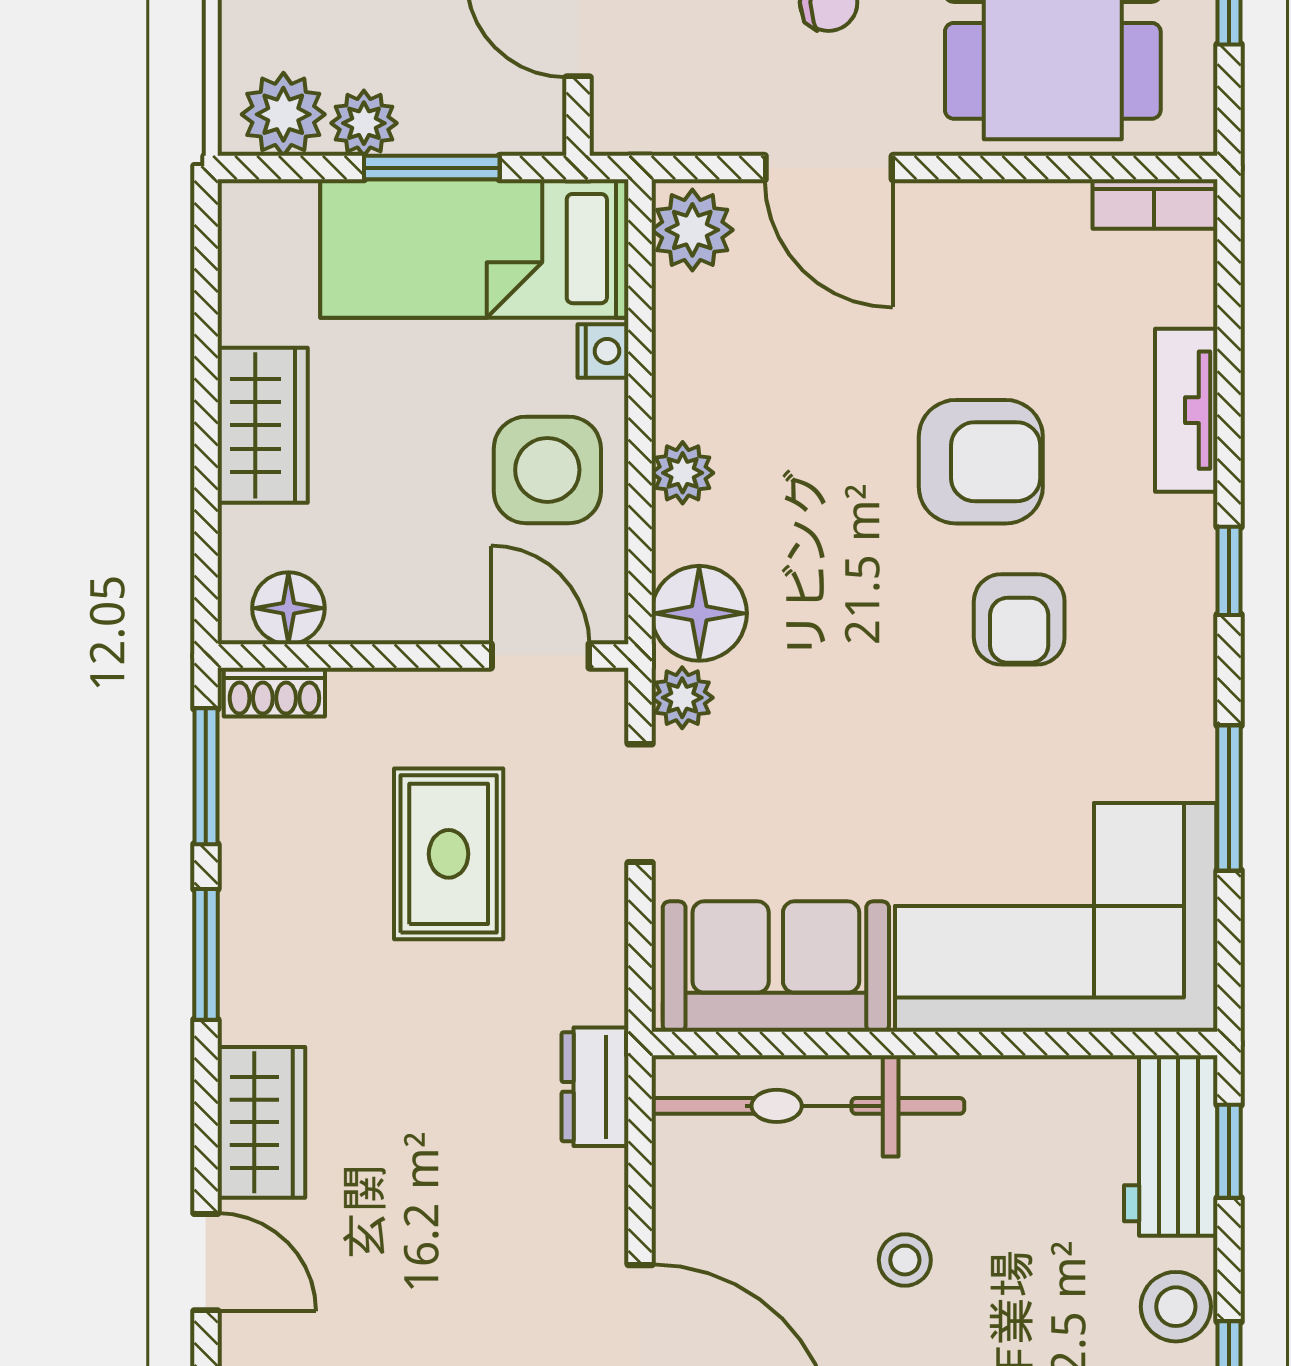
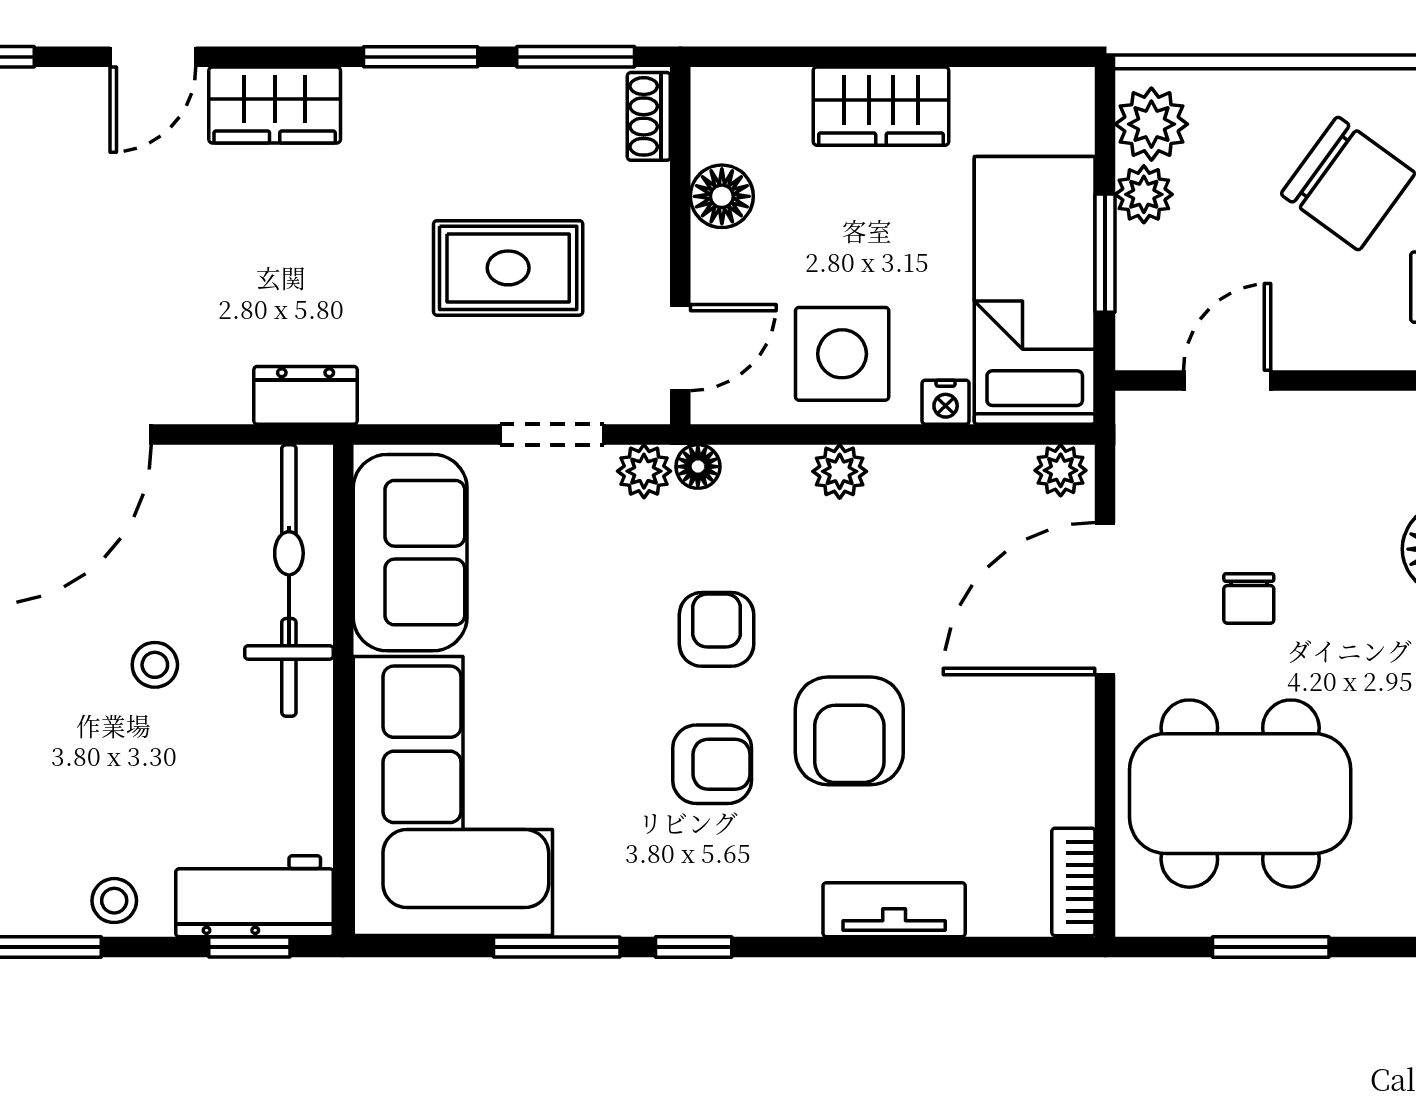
door: (829, 168) -> (1105, 599), width x1.36
plant: (692, 230) -> (1061, 470), width x0.73, depth x0.73
window: (1229, 571) -> (694, 947), moved
floor lamp: (288, 608) -> (722, 196), moved
floor lamp: (699, 613) -> (698, 467), width x0.53, depth x0.53
armchair: (864, 614) -> (717, 629), added
armchair: (1019, 619) -> (712, 764), turned 180
stool: (1176, 1307) -> (114, 901), width x0.73, depth x0.73

